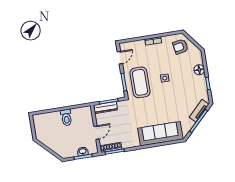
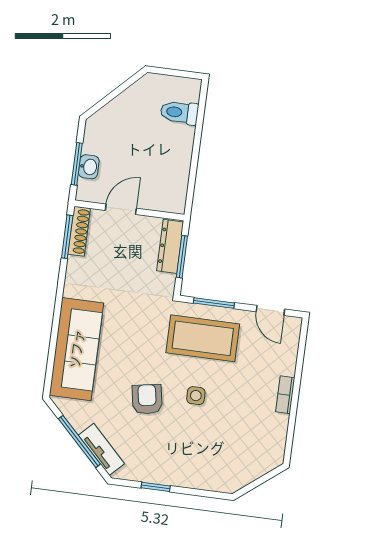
armchair: (180, 47) -> (147, 399), moved
floor lamp: (199, 70) -> (191, 477), removed
toilet: (66, 118) -> (179, 112), moved
door: (96, 133) -> (121, 209), swing flipped

